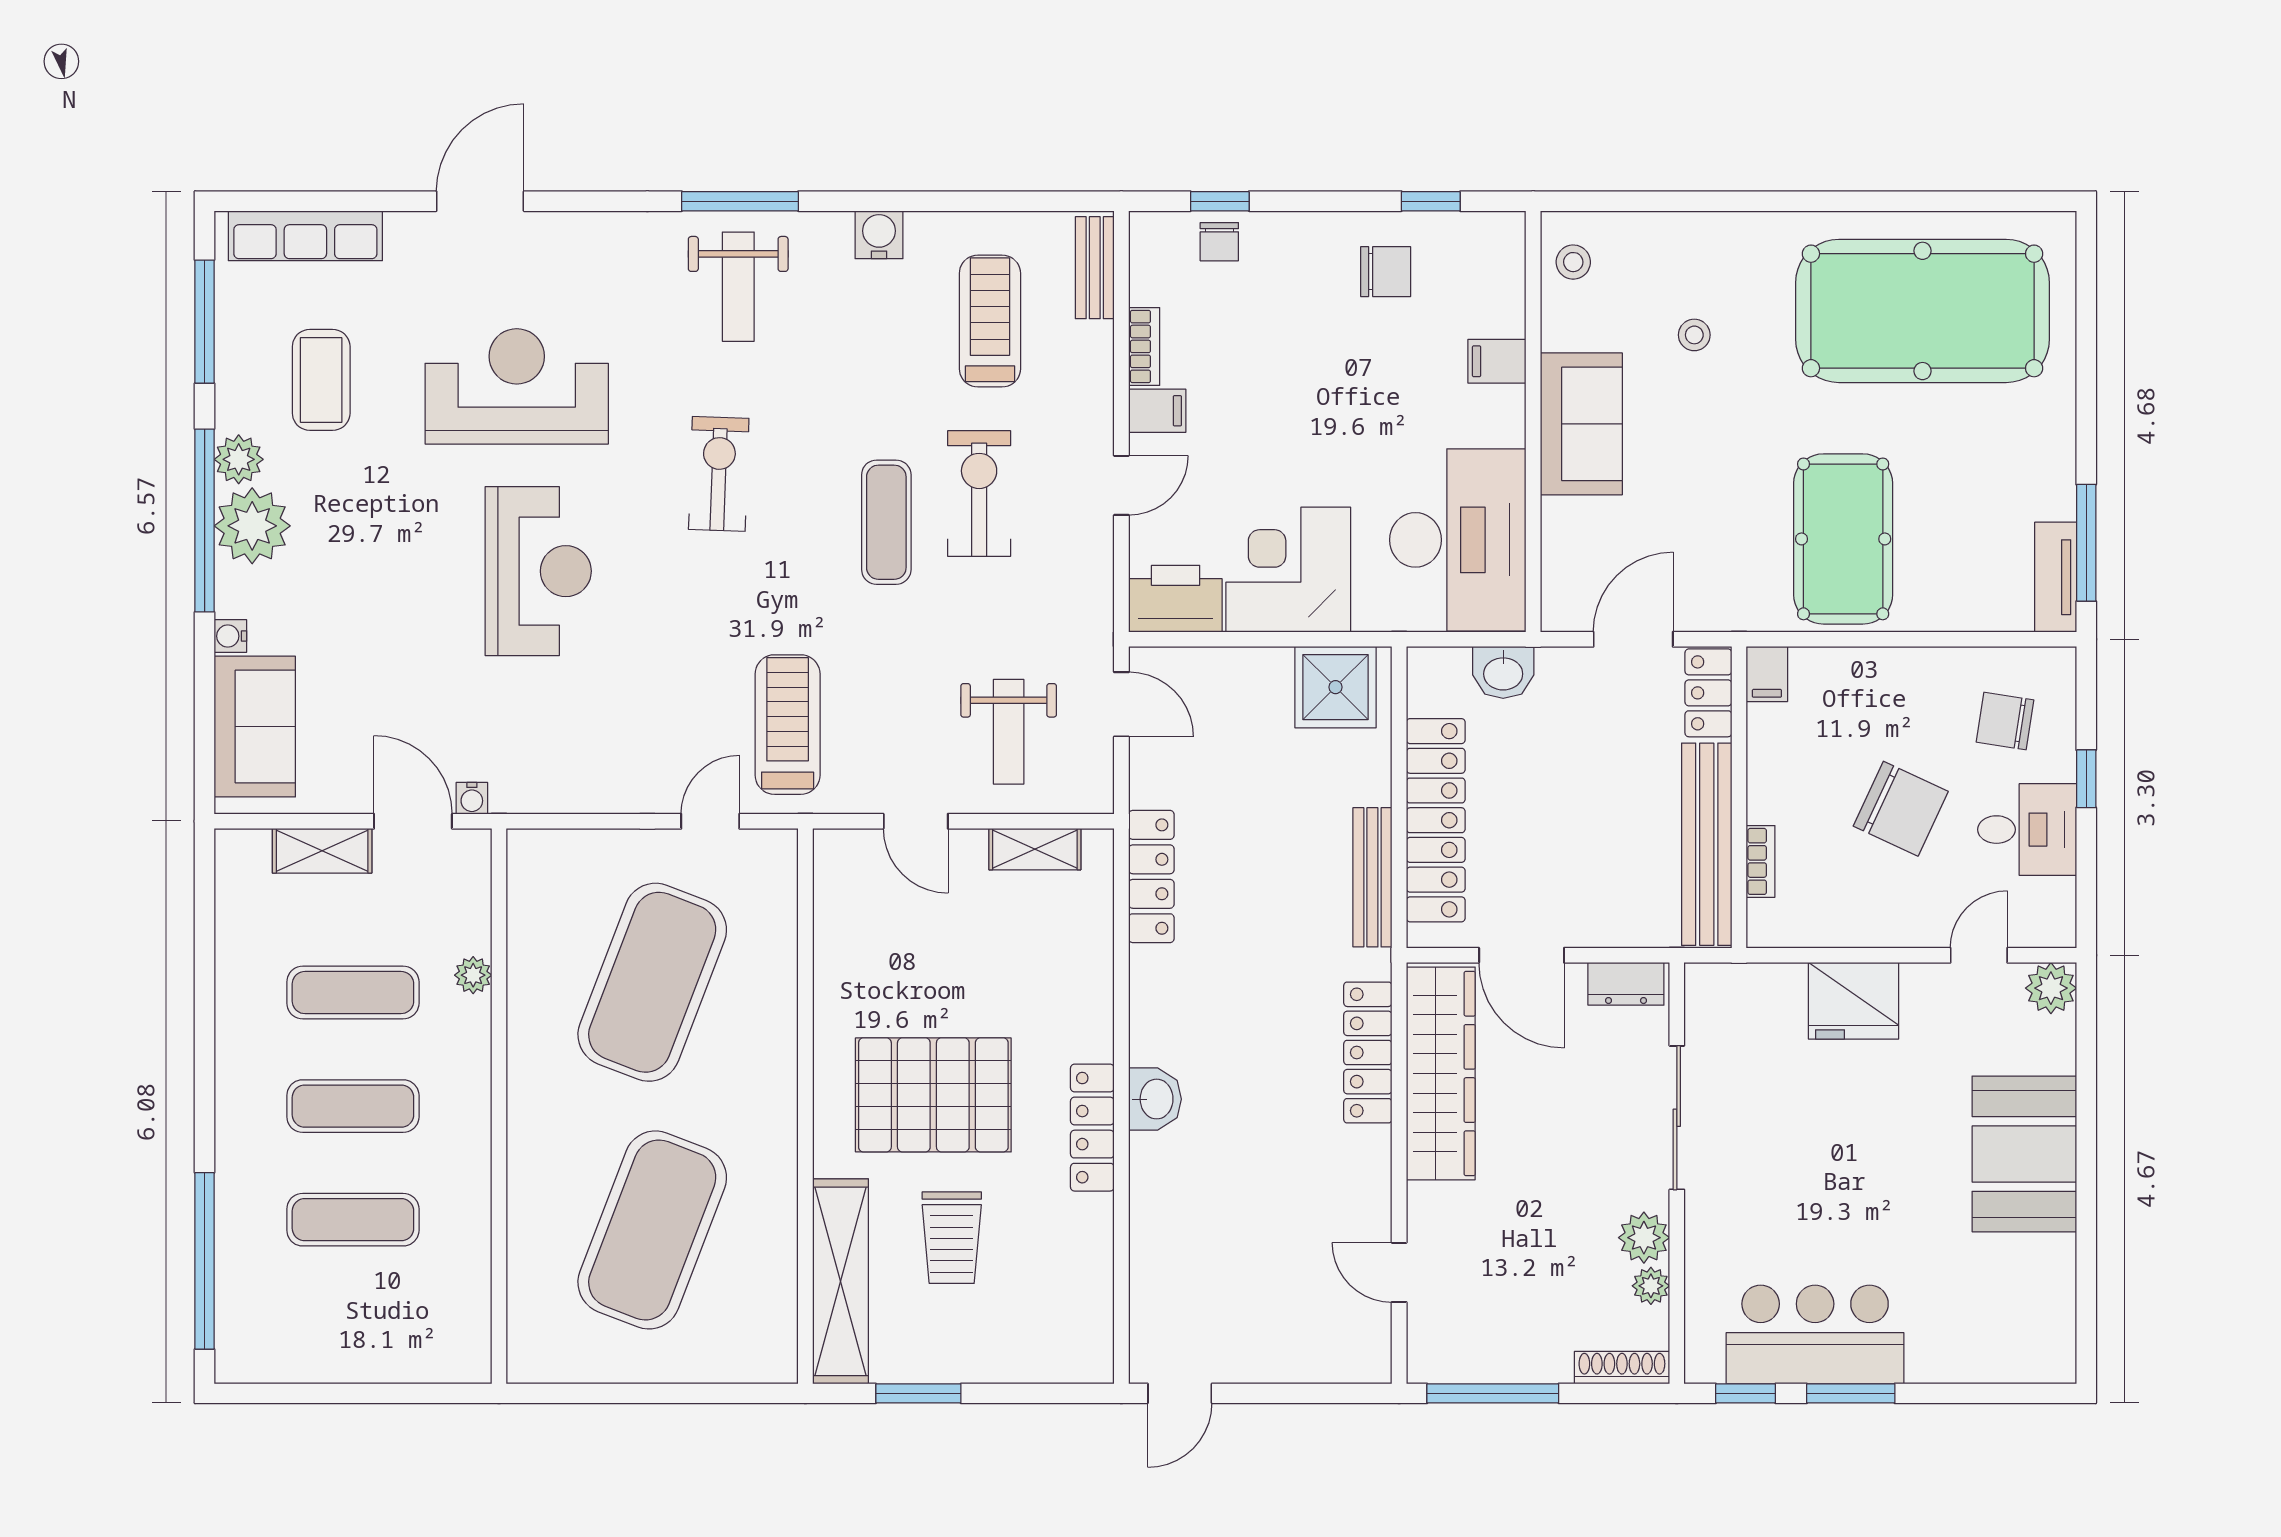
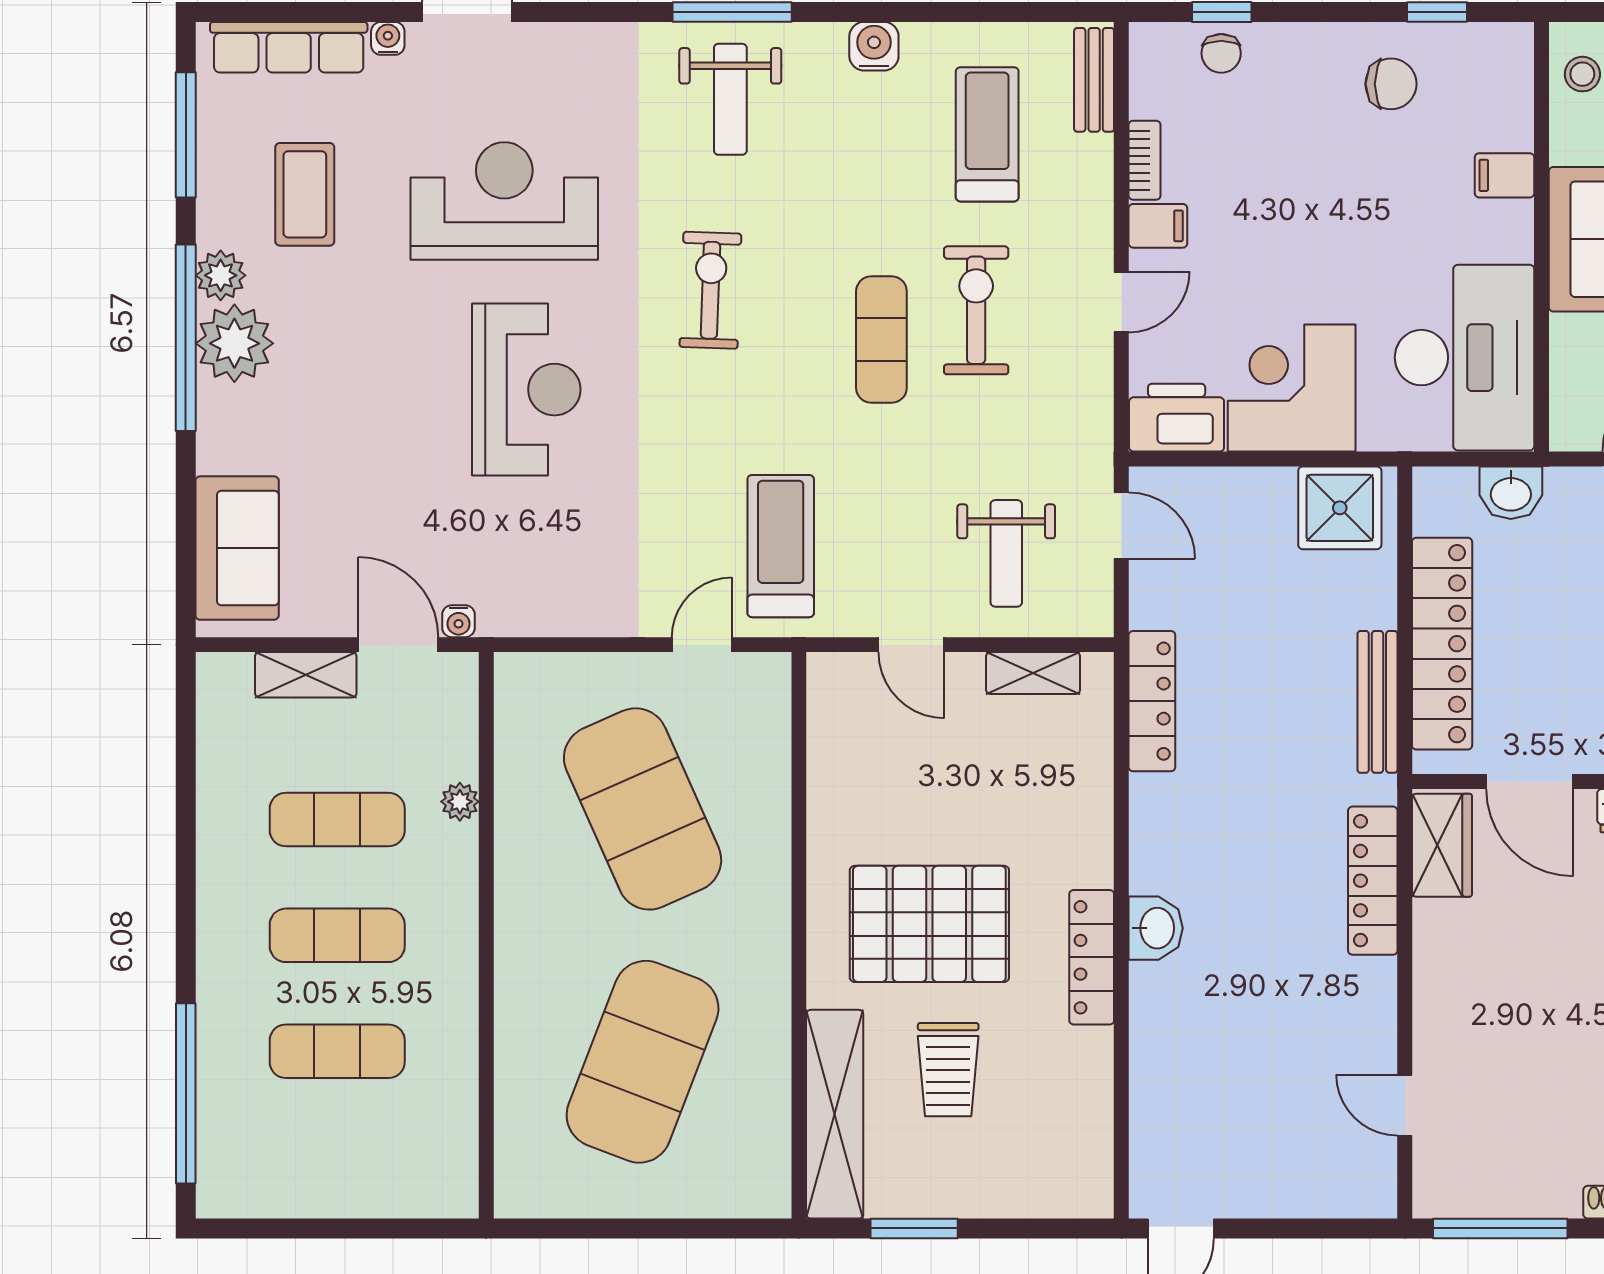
water cooler: (230, 636) -> (388, 38), moved, turned 90
exercise mat: (652, 982) -> (643, 809), turned -45
wardrobe: (1441, 1073) -> (1442, 845), width x0.48, depth x0.85

